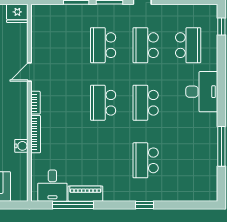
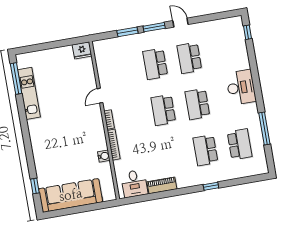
school desk: (188, 45) -> (240, 144), moved
window: (73, 205) -> (153, 196), removed

